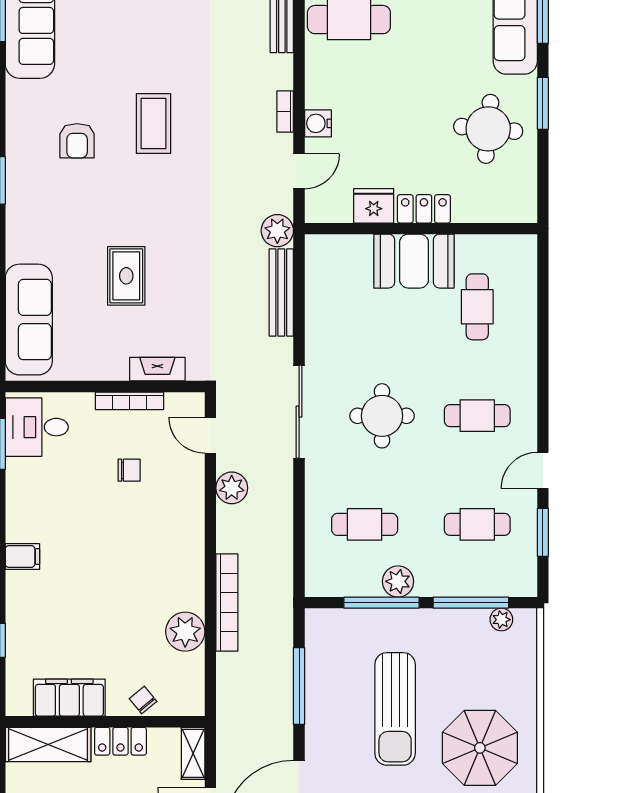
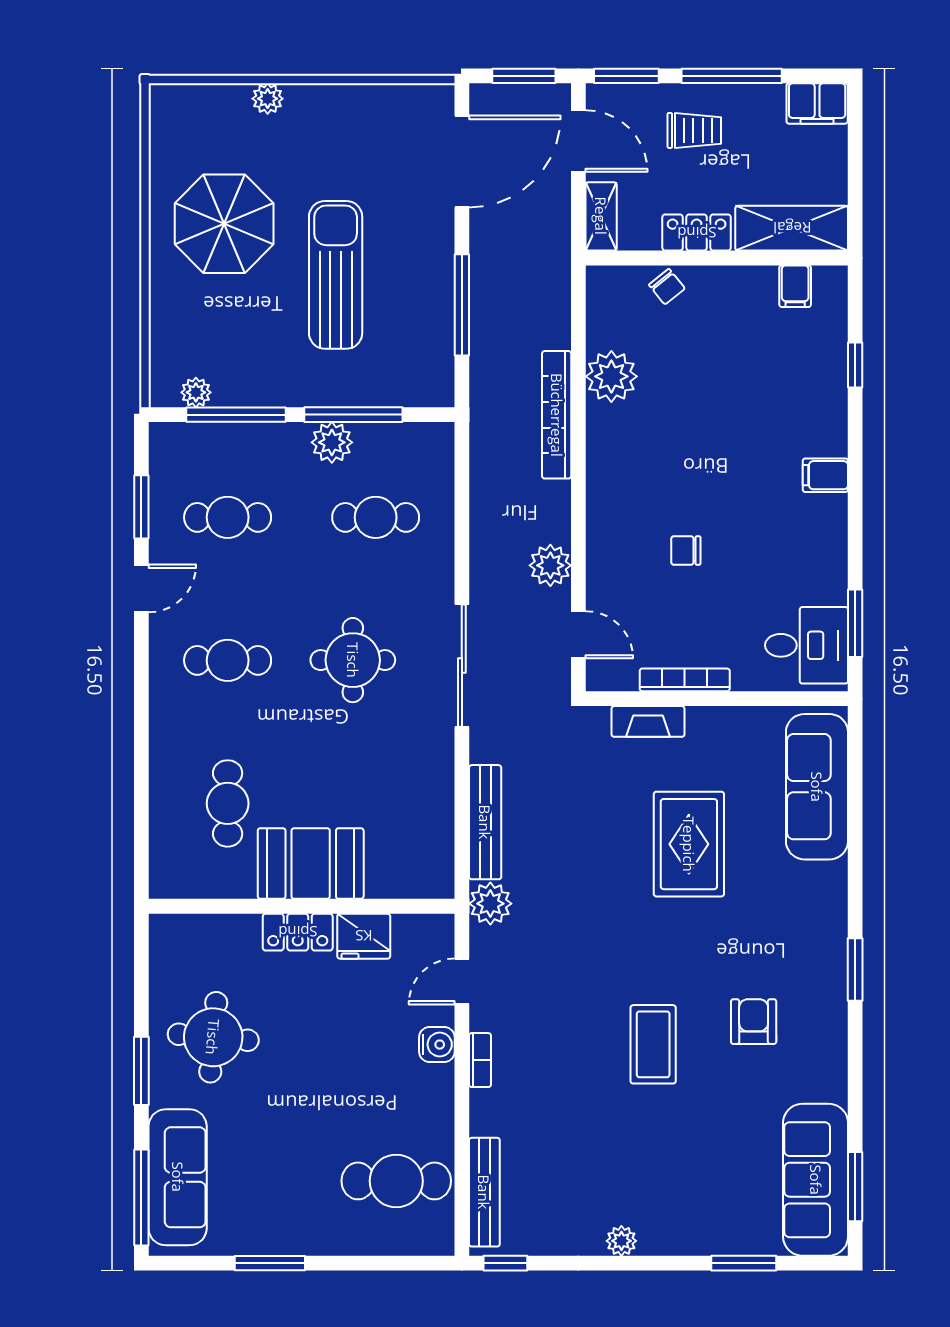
rug: (126, 276) -> (689, 844), width x1.36, depth x1.43
chair: (129, 470) -> (686, 551), moved
filing cabinet: (69, 698) -> (795, 286), width x0.33, depth x0.86

